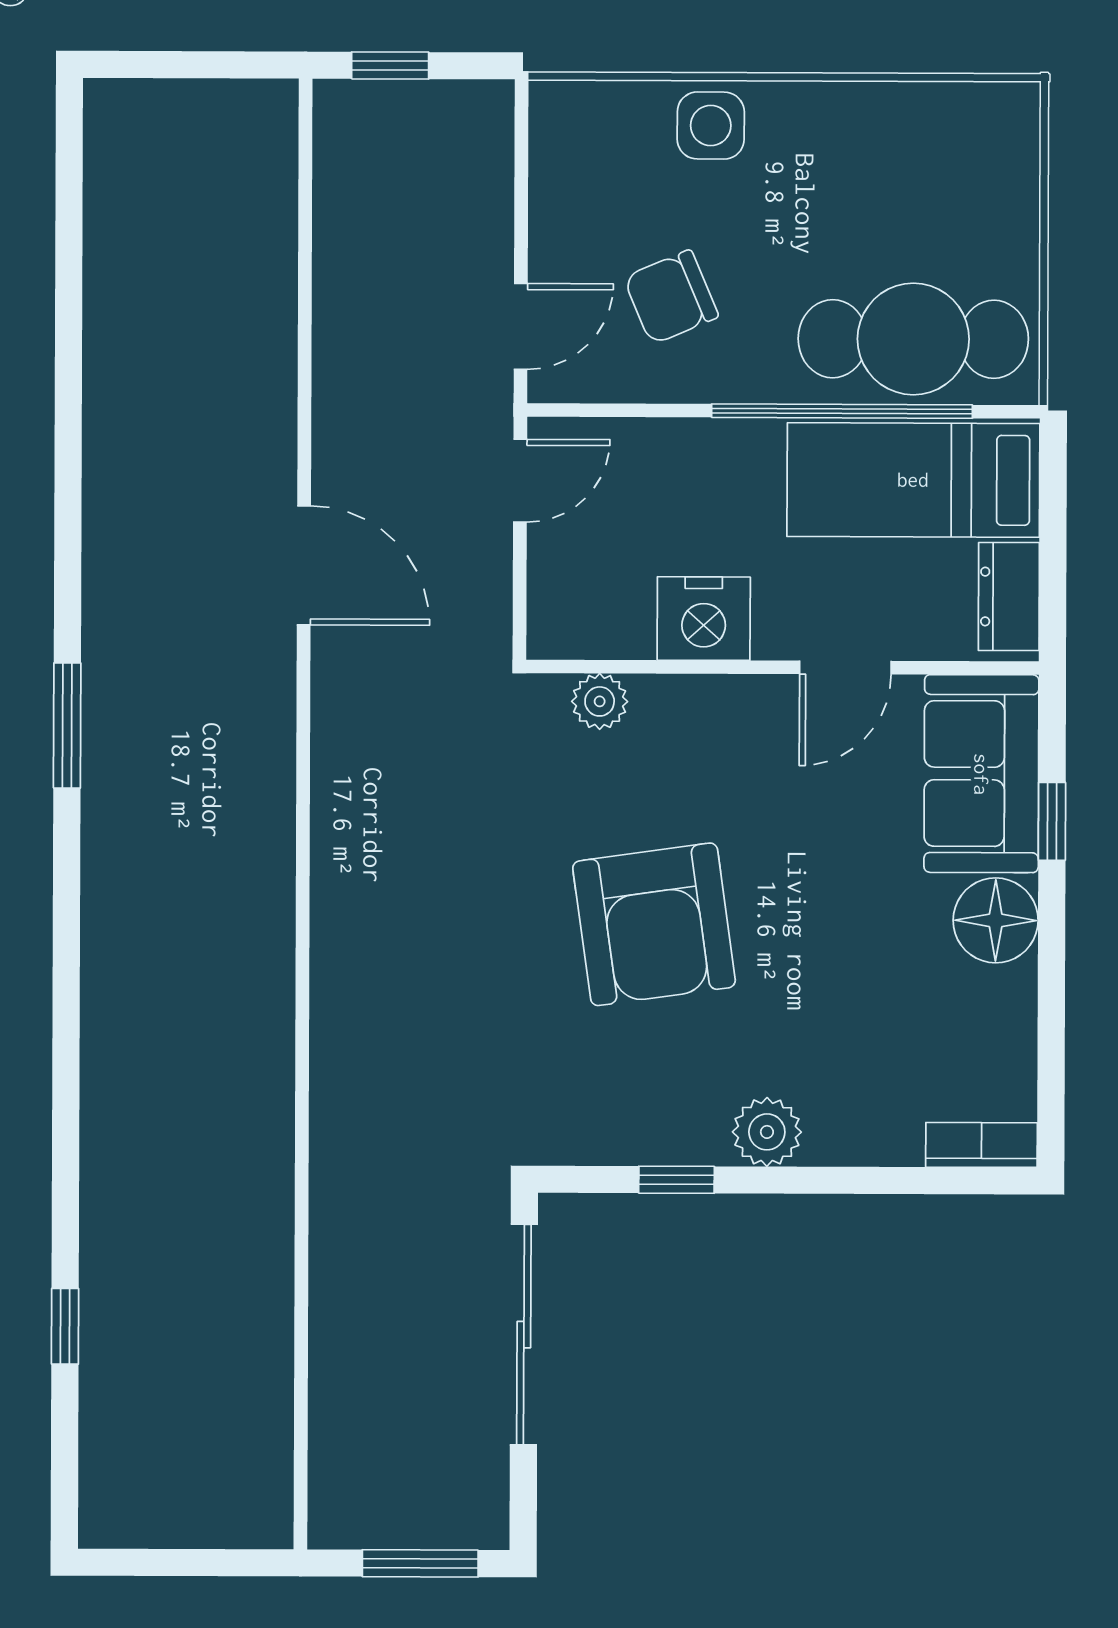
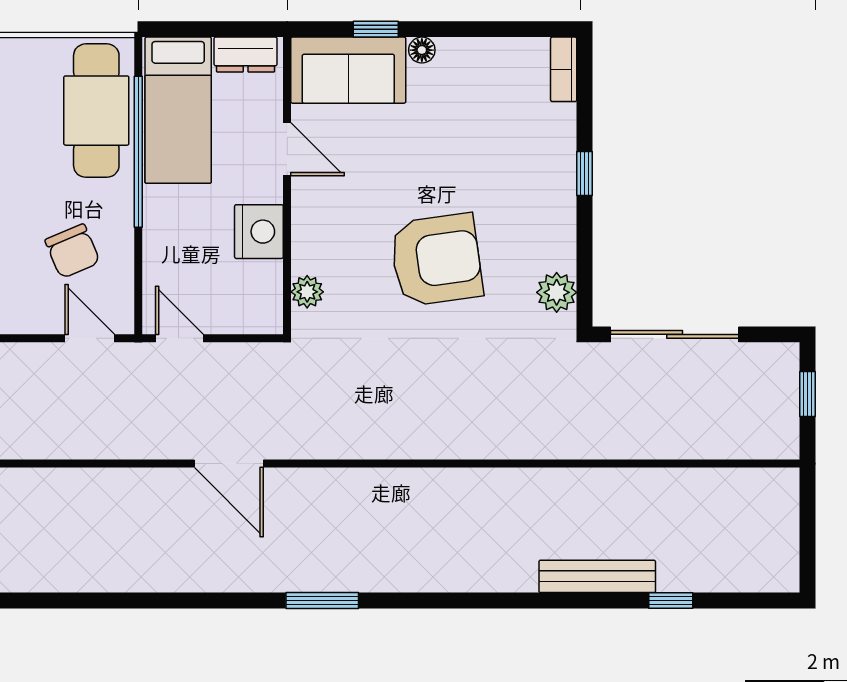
door: (304, 565) -> (229, 464), swing flipped
floor lamp: (996, 920) -> (422, 50), width x0.53, depth x0.53
plant: (767, 1132) -> (557, 292), moved
window: (676, 1180) -> (584, 174), moved
bench: (107, 1200) -> (597, 576), added
window: (420, 1563) -> (808, 394), width x0.67

